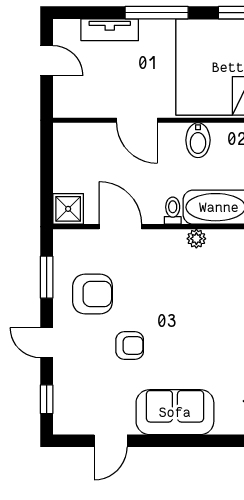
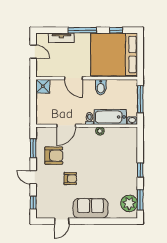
shower: (68, 209) -> (43, 86), moved
door: (120, 227) -> (66, 126), swing flipped

